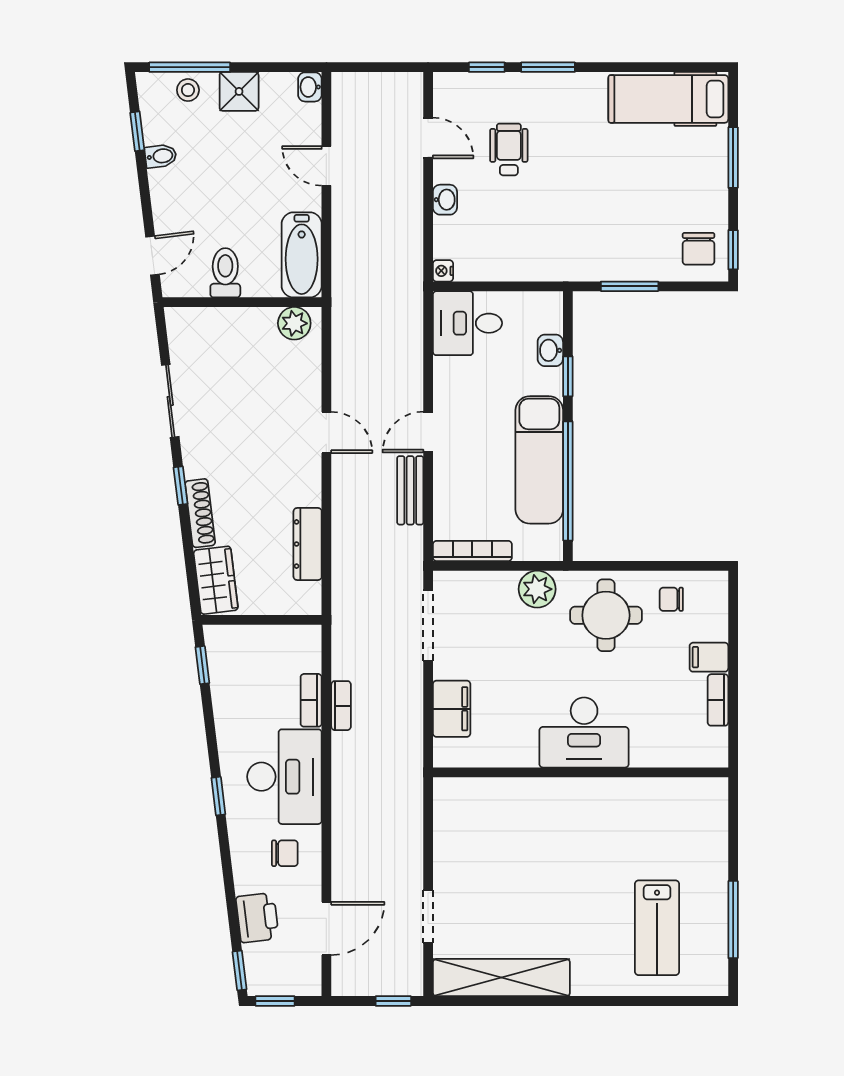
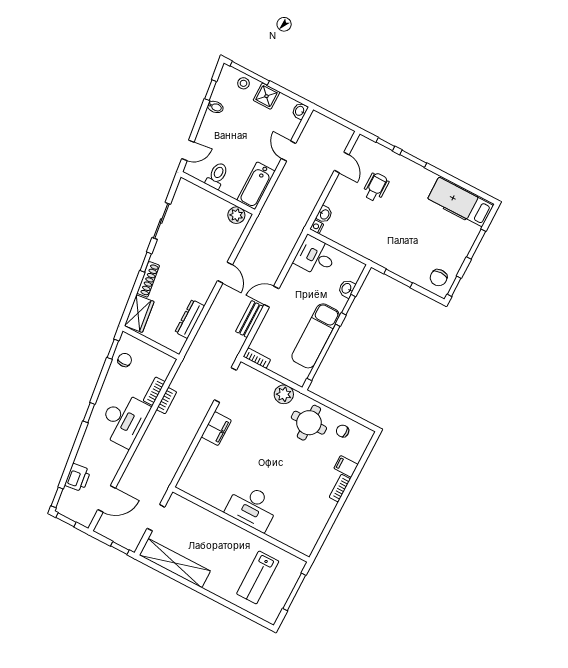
washbasin: (445, 200) -> (324, 214), moved
bookcase: (472, 551) -> (257, 358), width x0.64
desk: (584, 732) -> (252, 507), moved
wall: (581, 772) -> (241, 525), moved
chair: (285, 853) -> (125, 360), moved, turned -90

